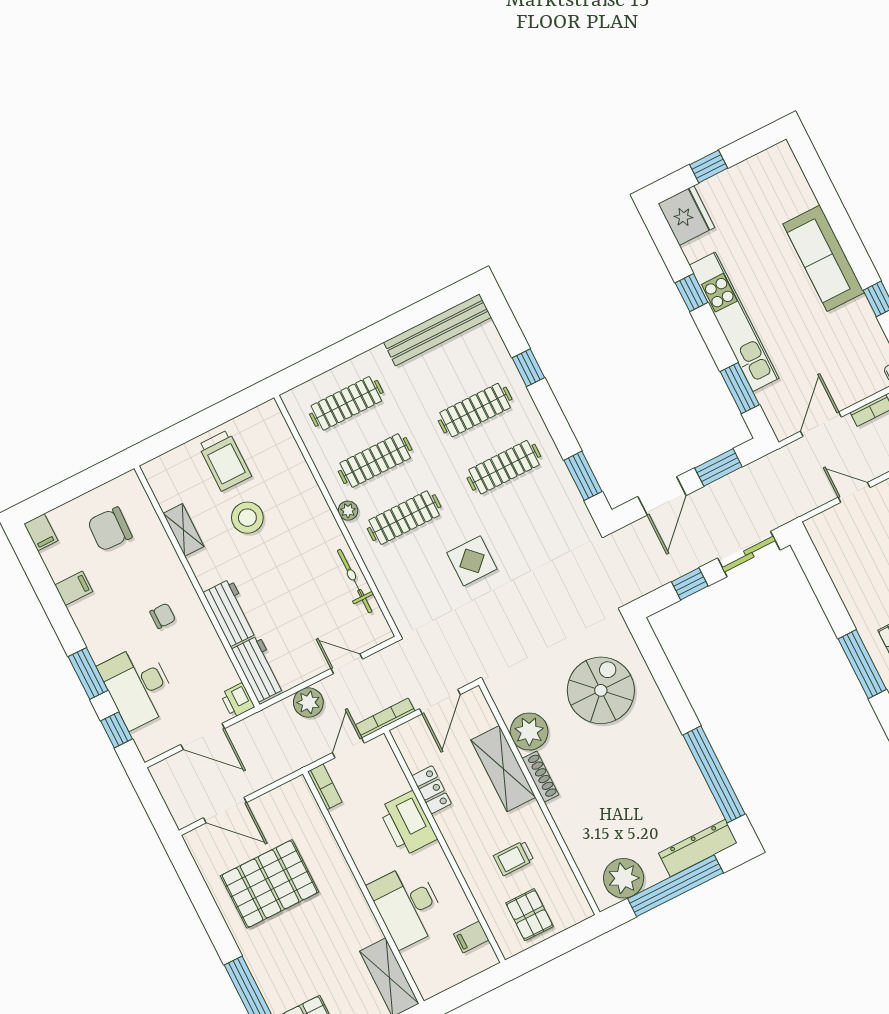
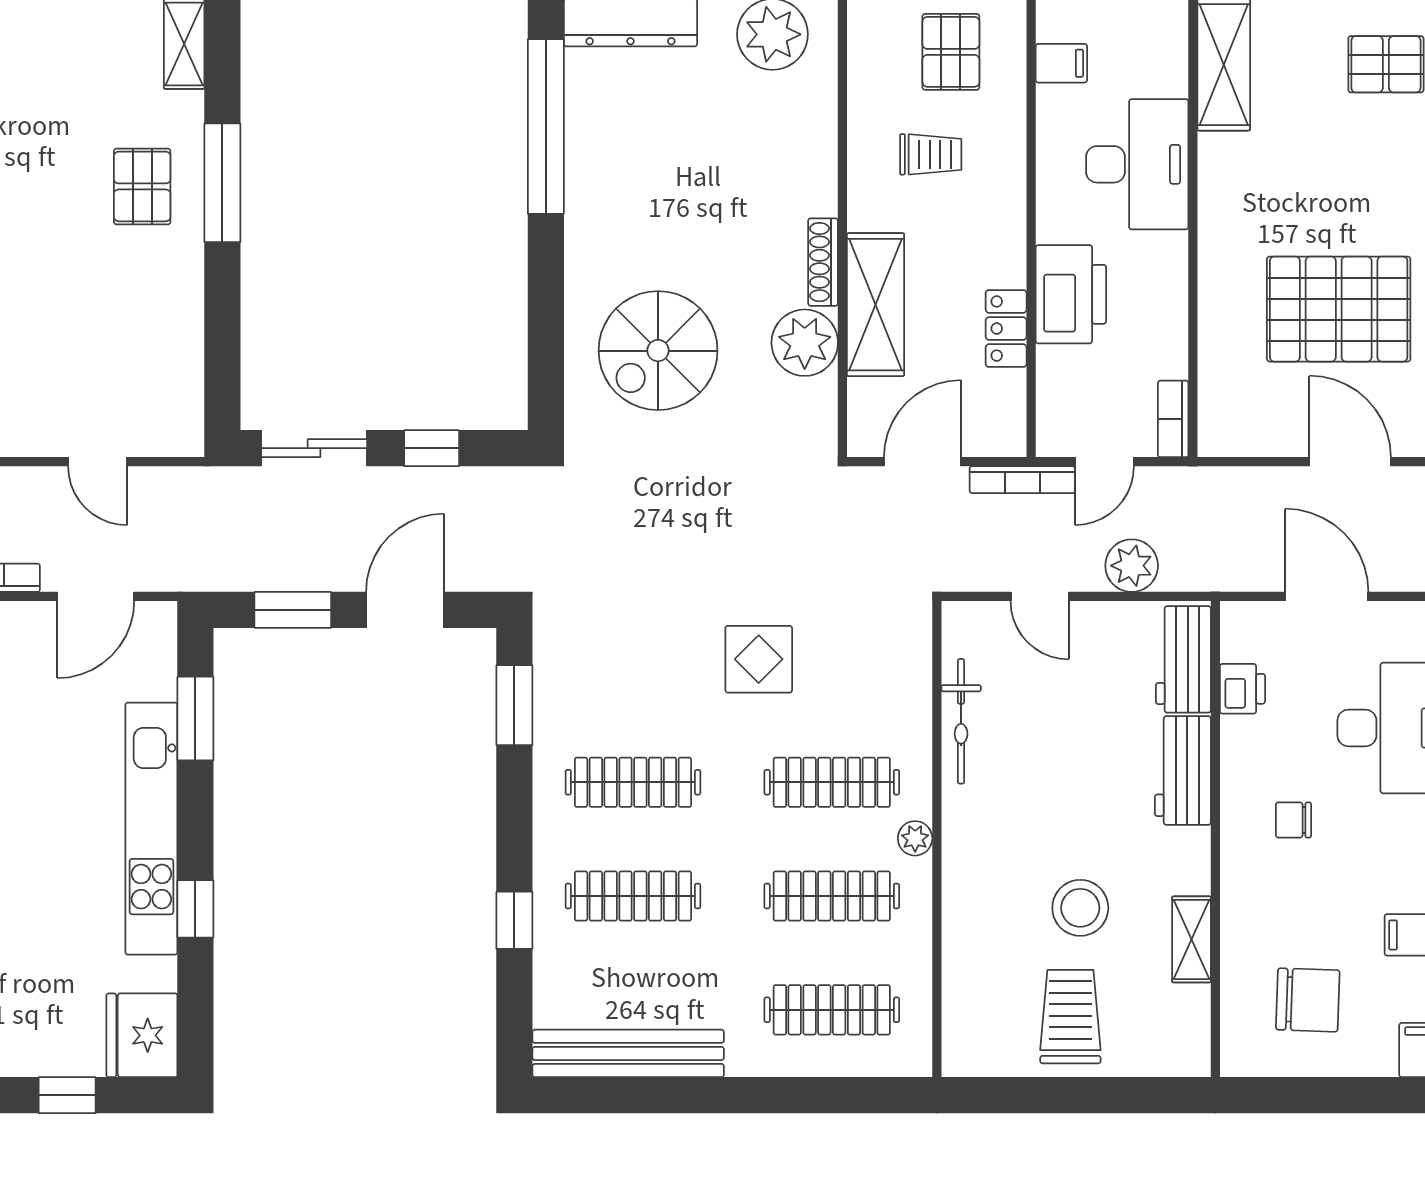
printer: (237, 700) -> (1242, 689), moved

